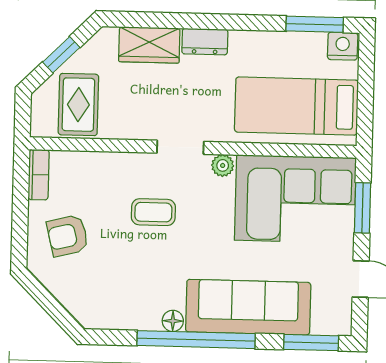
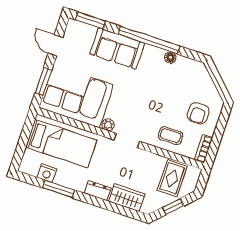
window: (315, 24) -> (59, 189), moved
nightstand: (343, 46) -> (47, 173), moved
coffee table: (153, 212) -> (171, 136), moved
armchair: (68, 236) -> (198, 113), turned 104
sofa: (248, 307) -> (117, 48), width x0.73
floor lamp: (173, 321) -> (170, 57), moved

